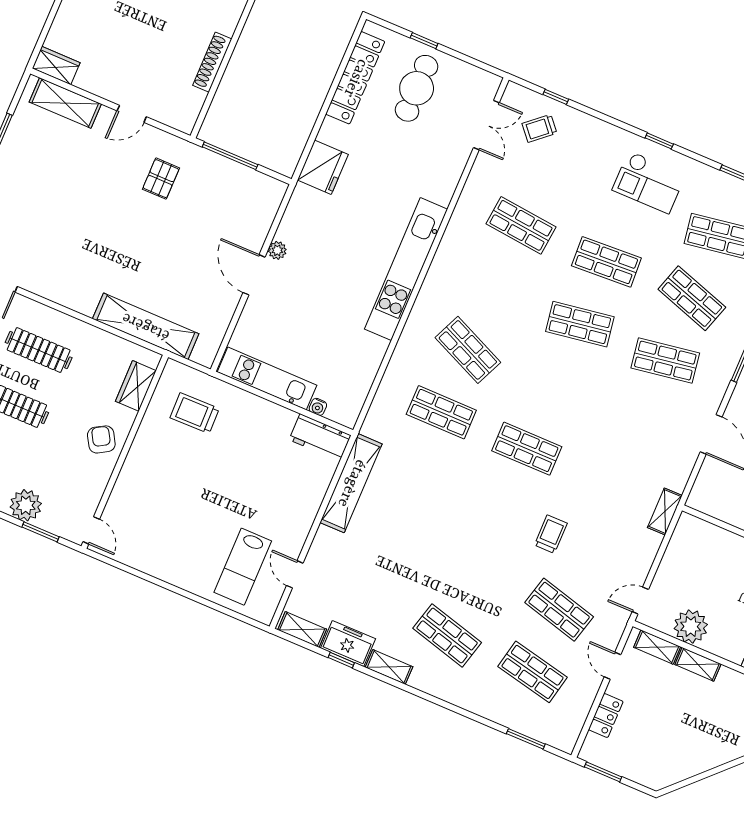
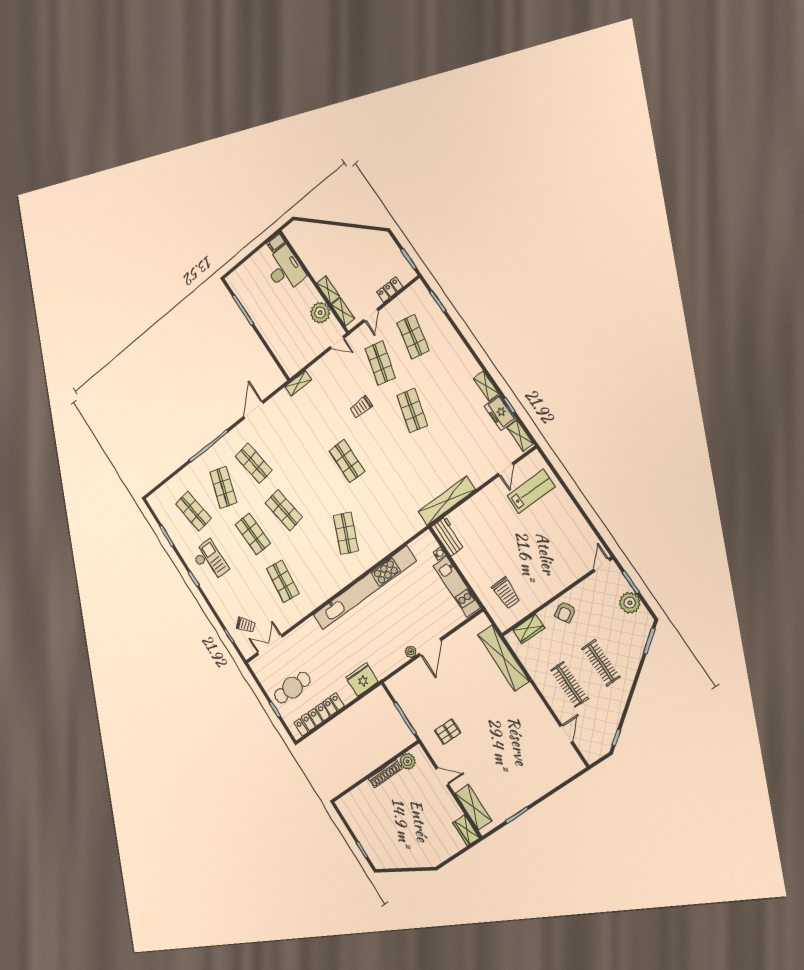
plant: (191, 101) -> (408, 761), added
kitchen unit: (406, 269) -> (364, 588), width x1.36
shop shelf: (441, 412) -> (378, 509), removed
shop shelf: (447, 635) -> (412, 410), moved

